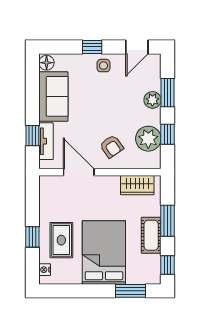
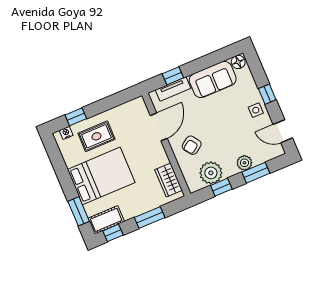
cot: (151, 235) -> (106, 220), moved
window: (32, 237) -> (76, 117), moved

